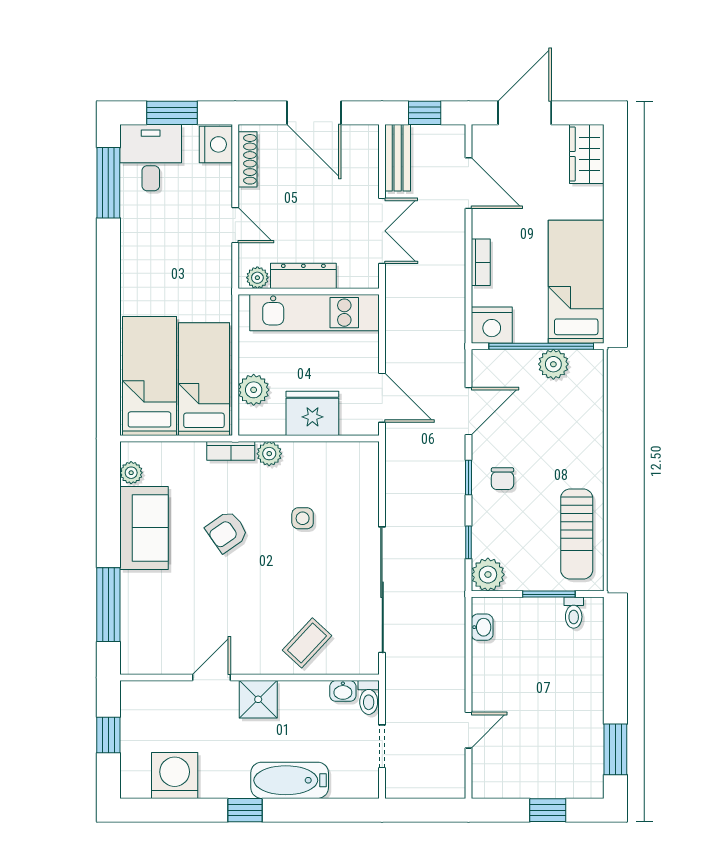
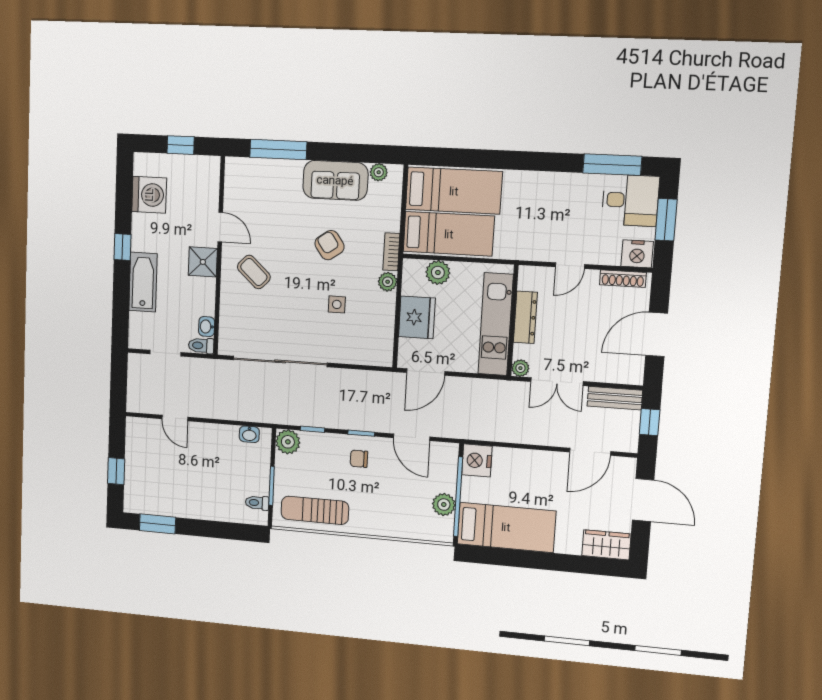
bookcase: (481, 262) -> (527, 456), removed
plant: (257, 278) -> (520, 368), moved
coffee table: (307, 643) -> (254, 272), moved

